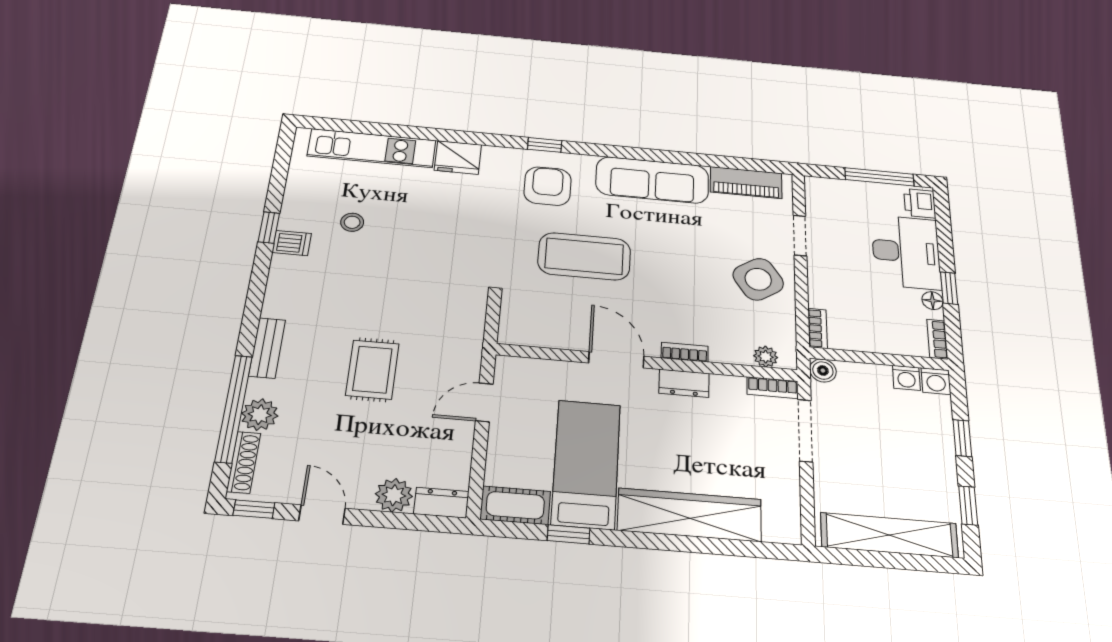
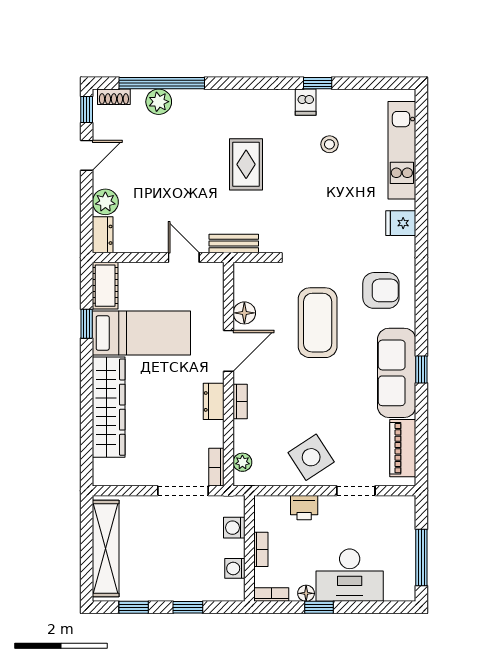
window: (545, 145) -> (421, 370), moved
fridge: (458, 157) -> (401, 223), width x0.72
printer: (920, 203) -> (304, 508), moved, turned 180
bookcase: (817, 328) -> (261, 549), moved, turned -90
floor lamp: (566, 337) -> (244, 313), added
bench: (267, 348) -> (234, 243), moved
rug: (372, 370) -> (246, 164), moved, turned 90
boiler: (823, 371) -> (235, 505), removed
washing machine: (936, 381) -> (234, 528), moved
shoe rack: (244, 462) -> (114, 97), width x0.70

